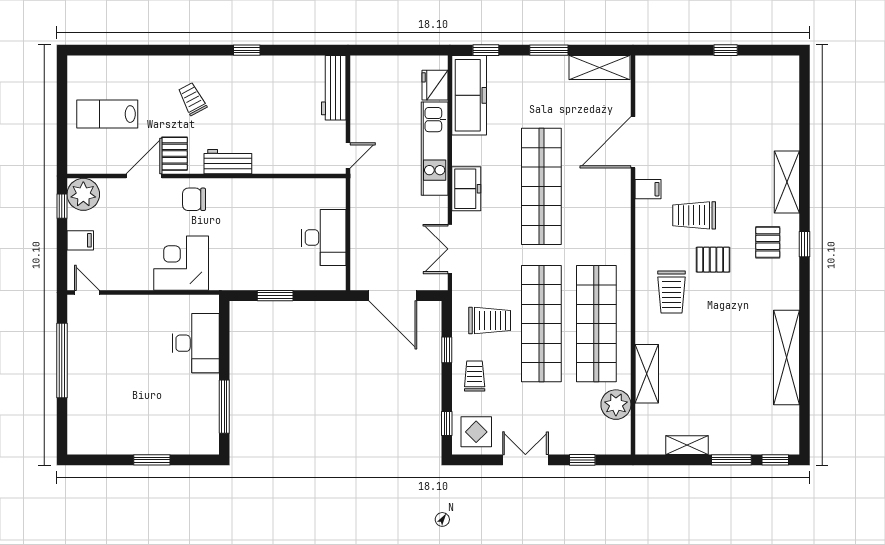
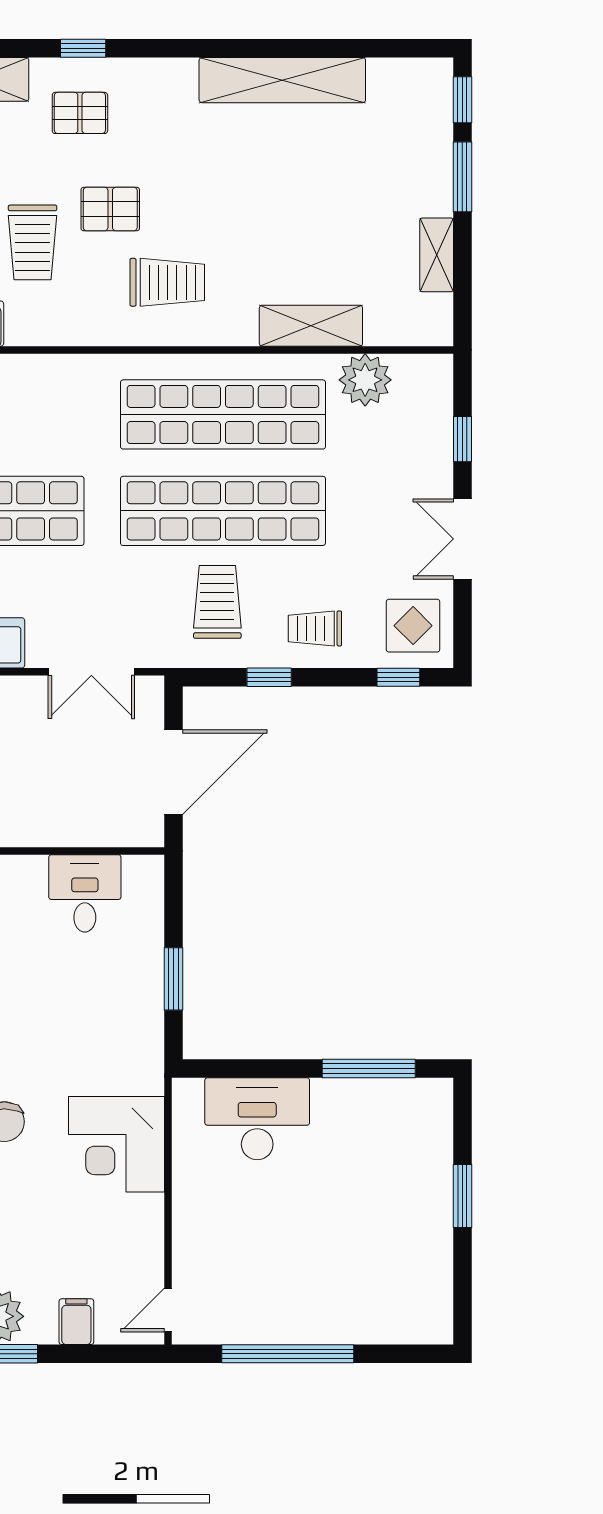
desk: (324, 238) -> (85, 893), width x0.73
pallet: (713, 260) -> (110, 209), turned 90

